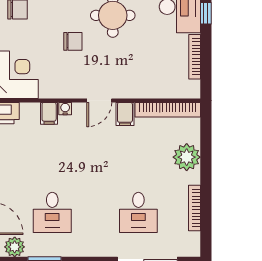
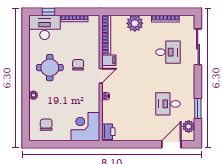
chair: (73, 41) -> (78, 65), moved
door: (99, 100) -> (101, 76), hinge flipped
filing cabinet: (49, 113) -> (109, 106), removed
desk: (52, 212) -> (168, 104), turned 180

